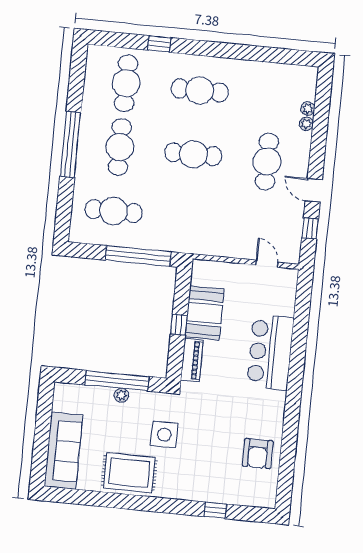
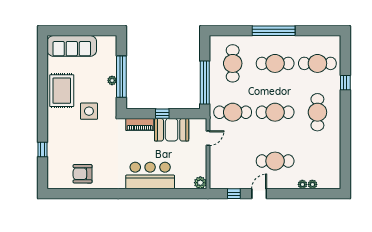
cafe table: (193, 154) -> (275, 112), turned 90
cafe table: (187, 218) -> (233, 112), added
door: (267, 264) -> (208, 138), moved
plant: (289, 277) -> (200, 183), added

